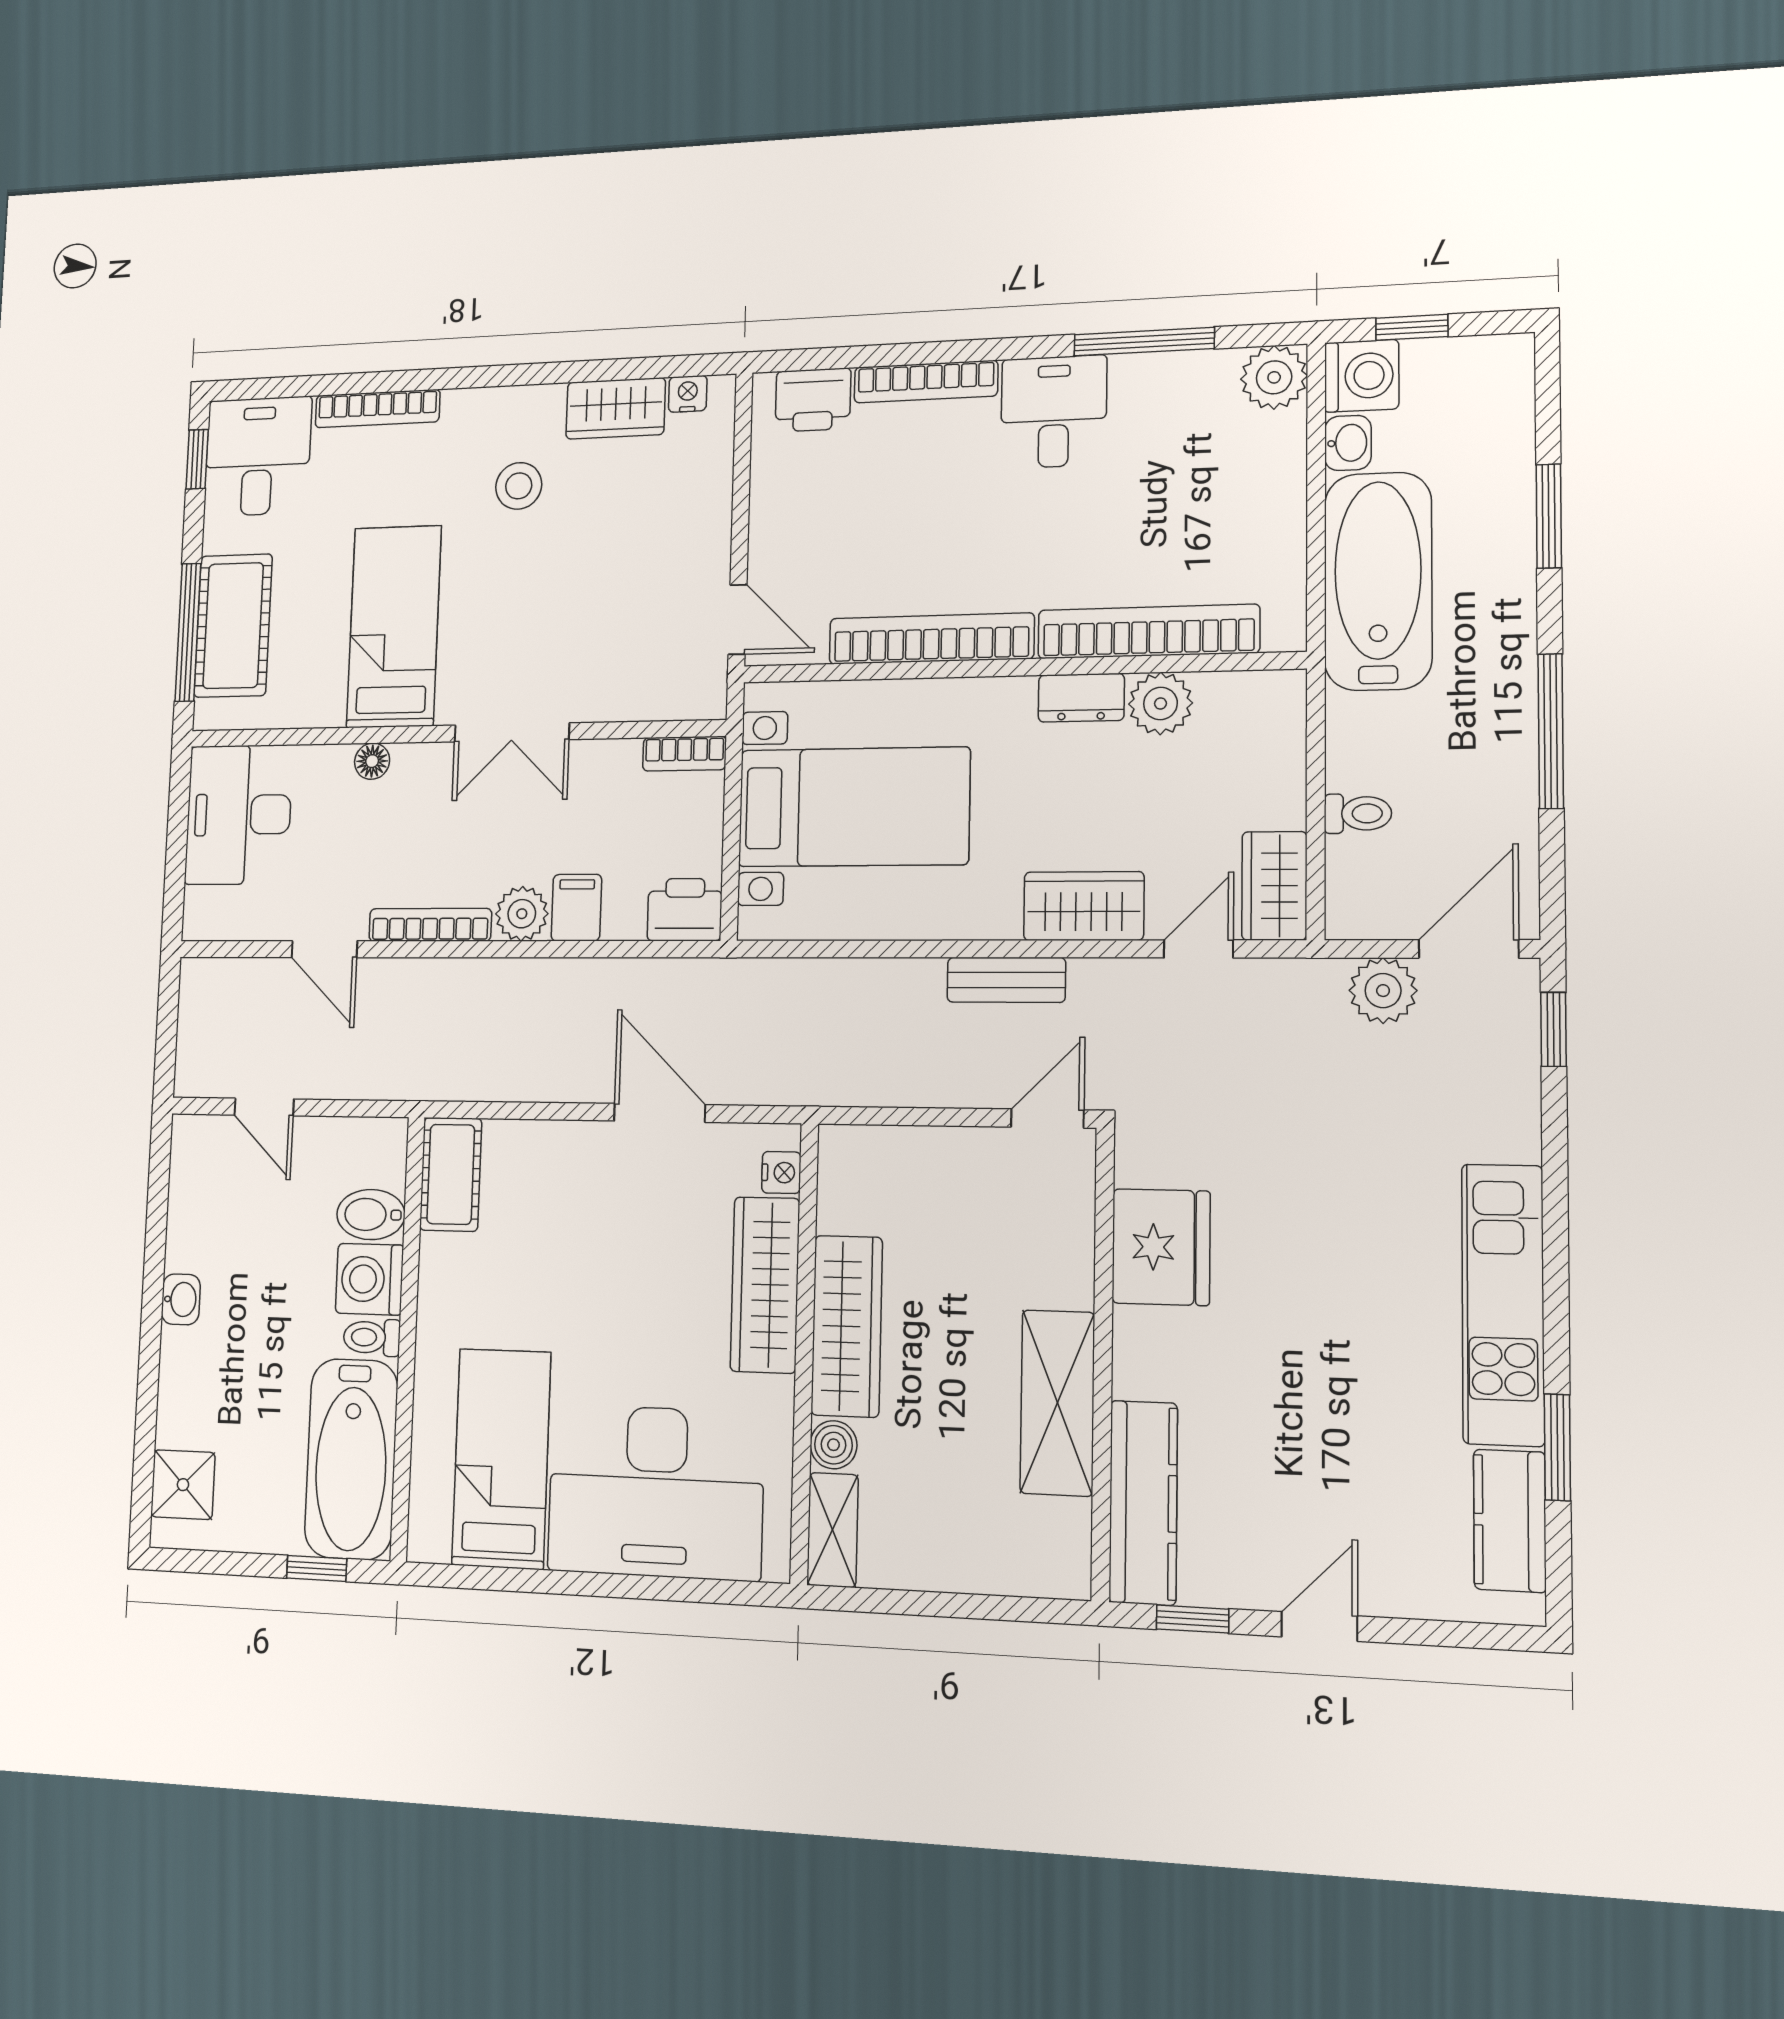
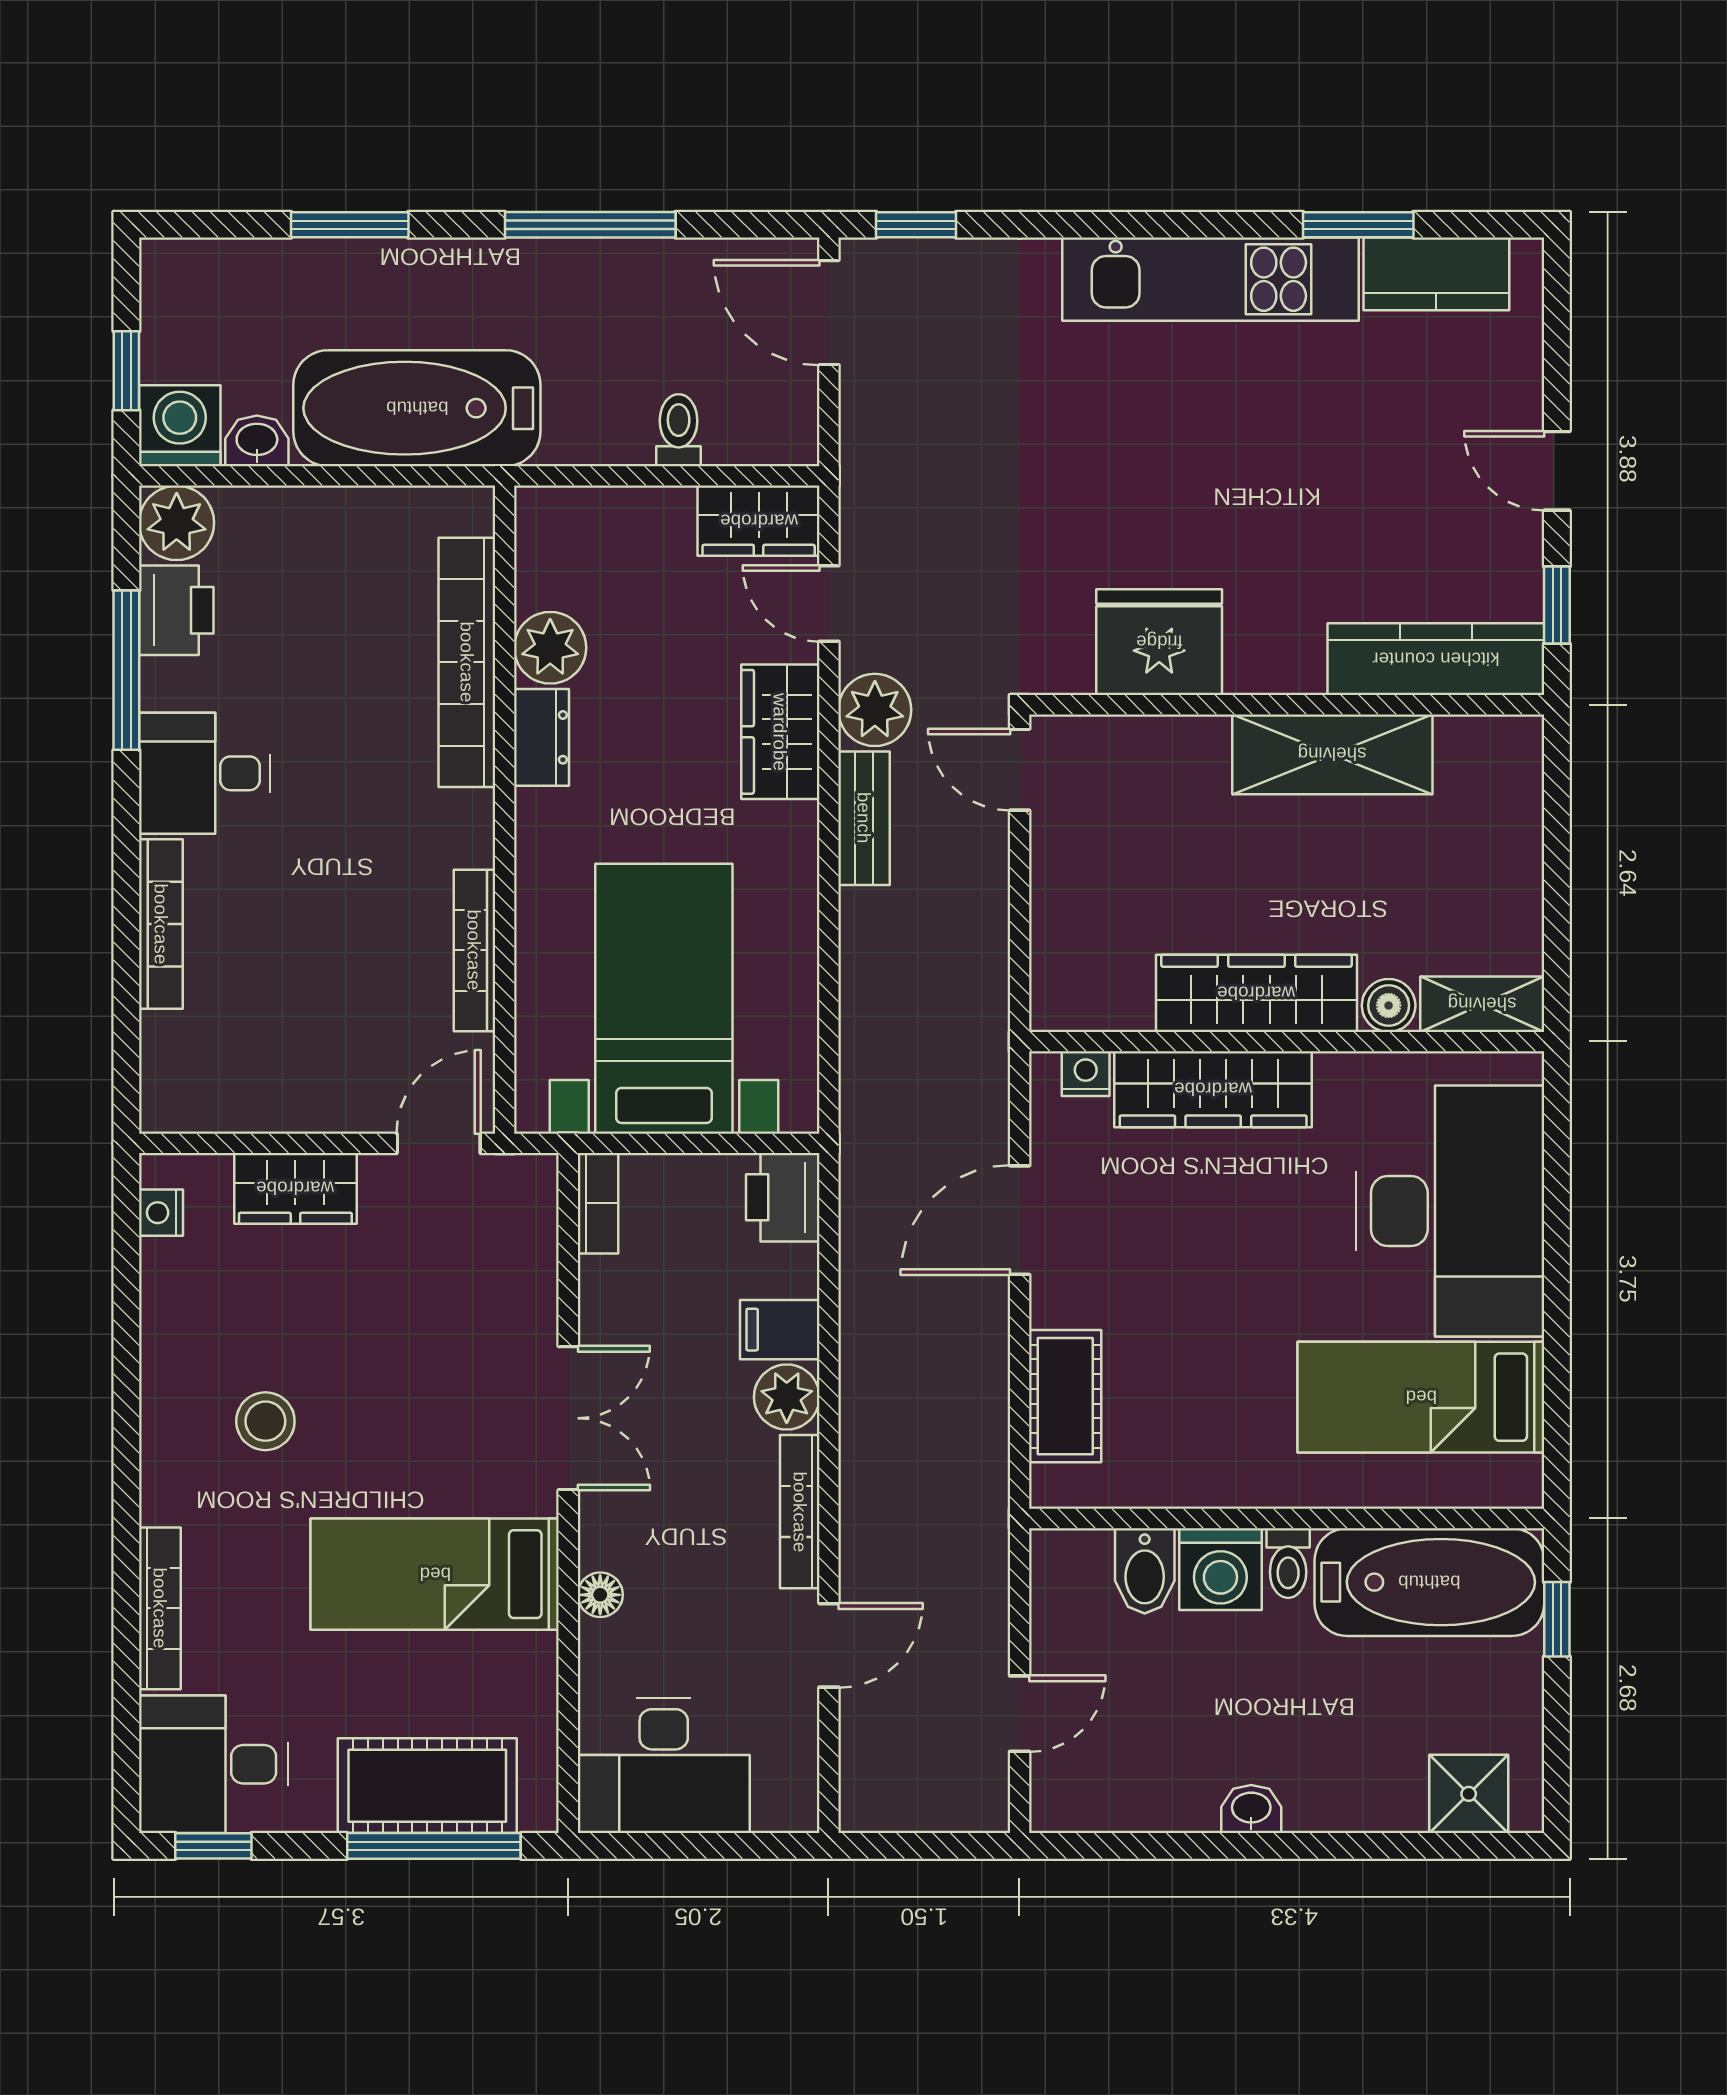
printer: (813, 400) -> (176, 610), moved
wardrobe: (616, 408) -> (295, 1188), moved, turned 90
bookcase: (931, 639) -> (474, 950), width x0.68, depth x0.76
plant: (1383, 991) -> (875, 710), moved
cot: (451, 1174) -> (1065, 1396), moved, turned 90

